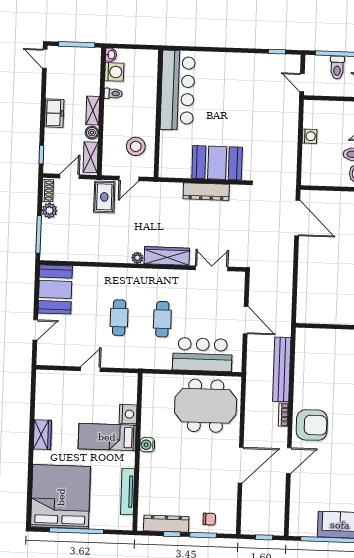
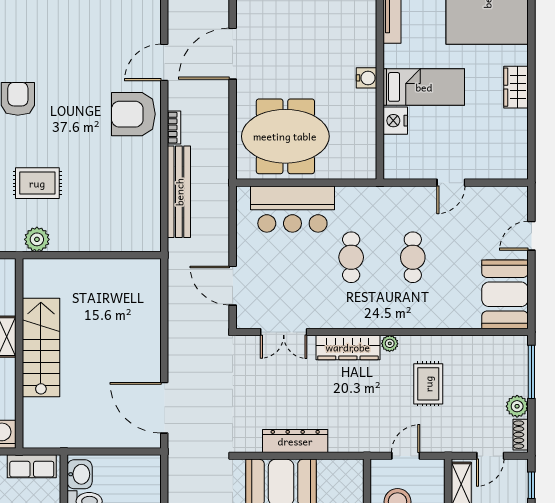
rug: (104, 197) -> (428, 384), moved
door: (246, 320) -> (233, 286), moved

